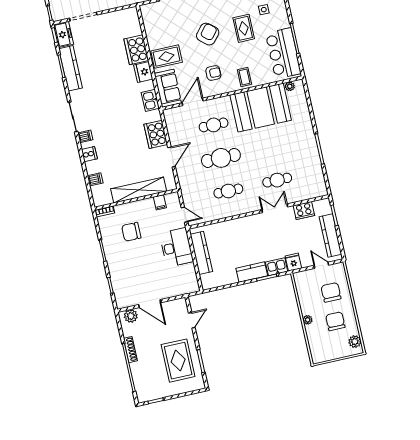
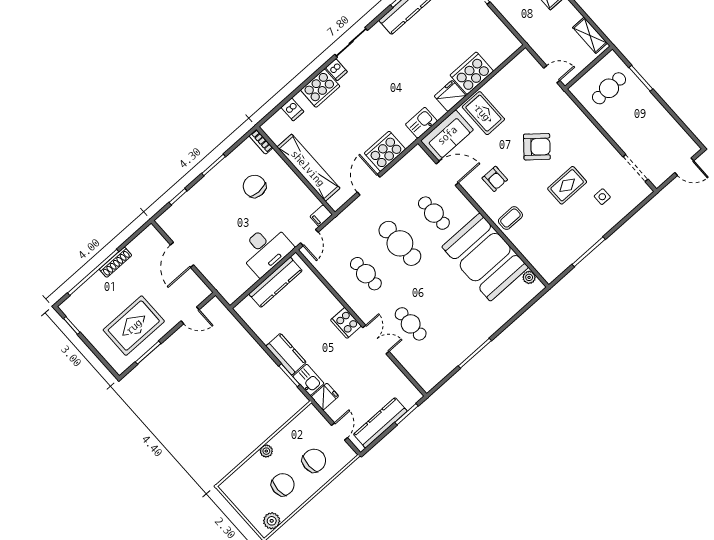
bar counter: (283, 53) -> (564, 248), removed
cooker: (89, 154) -> (320, 88), width x1.87, depth x1.31
door: (172, 157) -> (369, 185), swing flipped
filing cabinet: (160, 202) -> (321, 216), moved
cooker: (304, 210) -> (346, 323), moved
plant: (131, 316) -> (155, 241), removed

